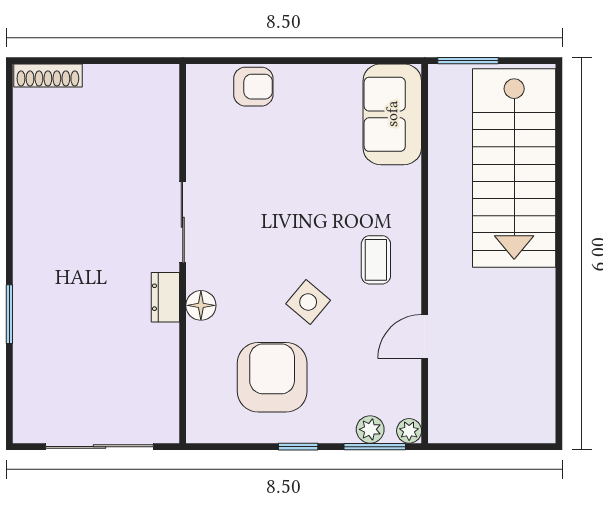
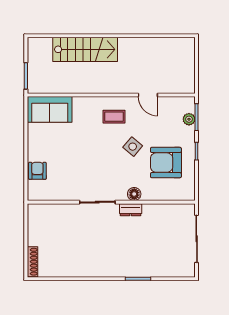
stairs: (514, 168) -> (85, 49), width x0.73, depth x0.66
plant: (409, 431) -> (190, 102), removed

